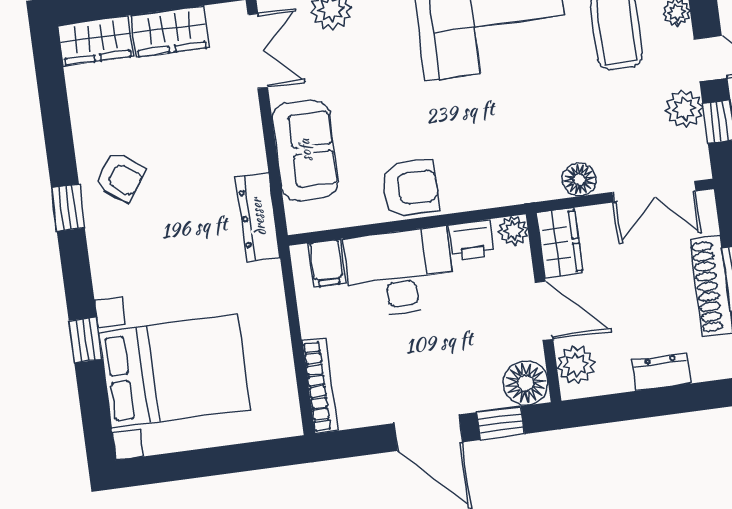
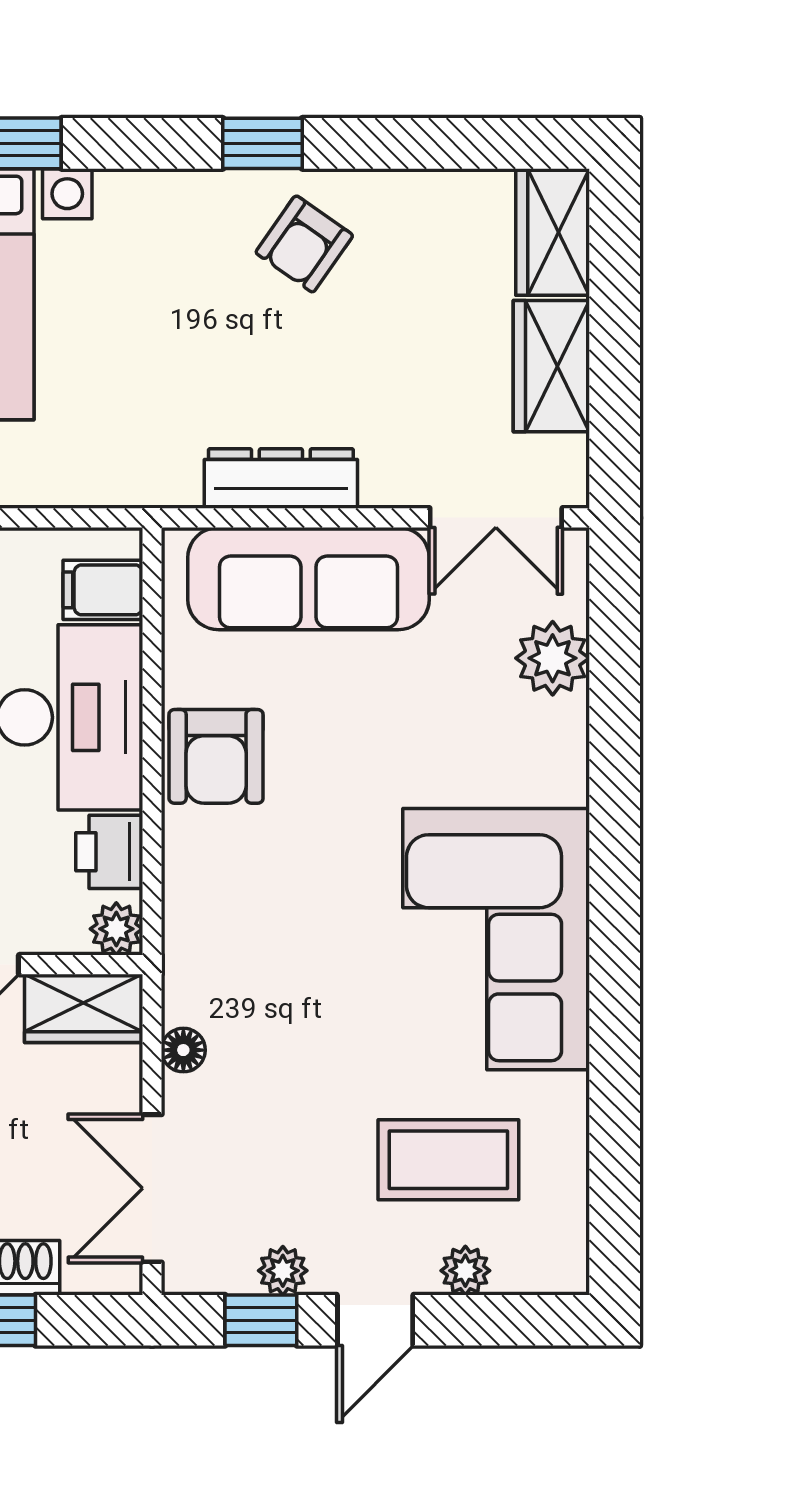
plant: (684, 109) -> (283, 1271), width x0.73, depth x0.73
sofa: (305, 150) -> (308, 579), width x1.36
floor lamp: (579, 180) -> (183, 1050), width x0.73, depth x0.73
dresser: (258, 217) -> (281, 478), moved

